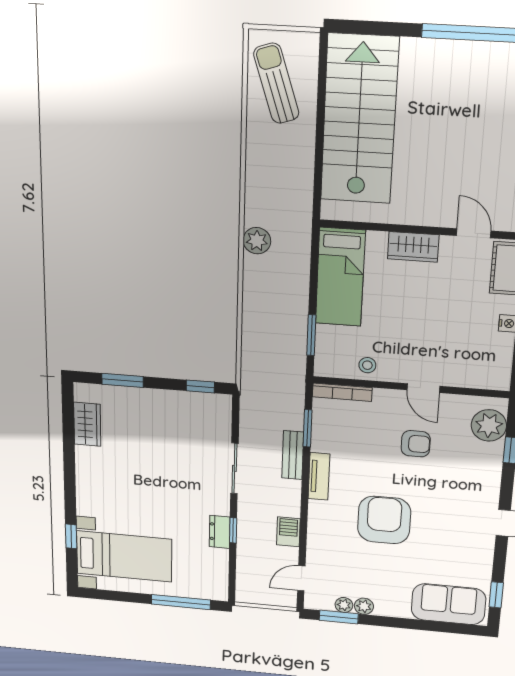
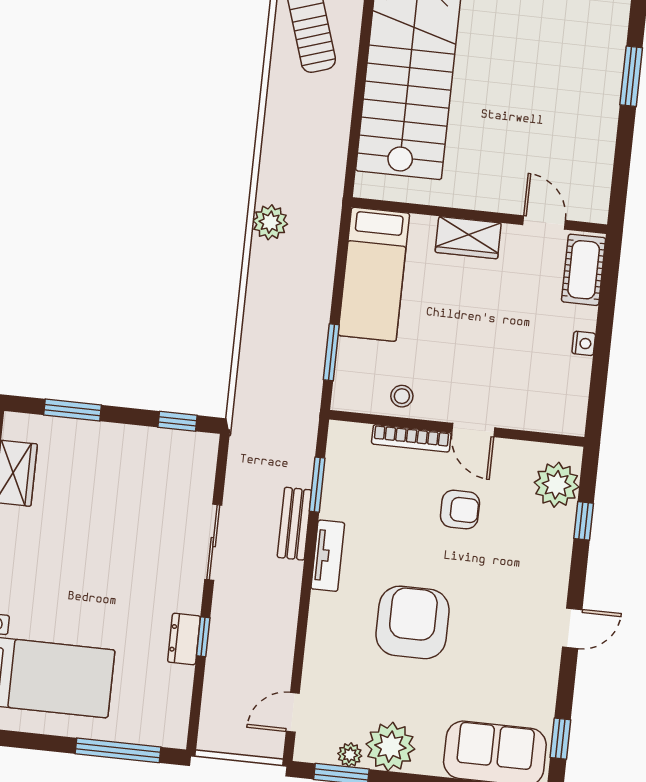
bookcase: (342, 392) -> (411, 438), moved
barbecue: (288, 532) -> (280, 639), removed
plant: (364, 606) -> (390, 747), width x1.87, depth x1.87

